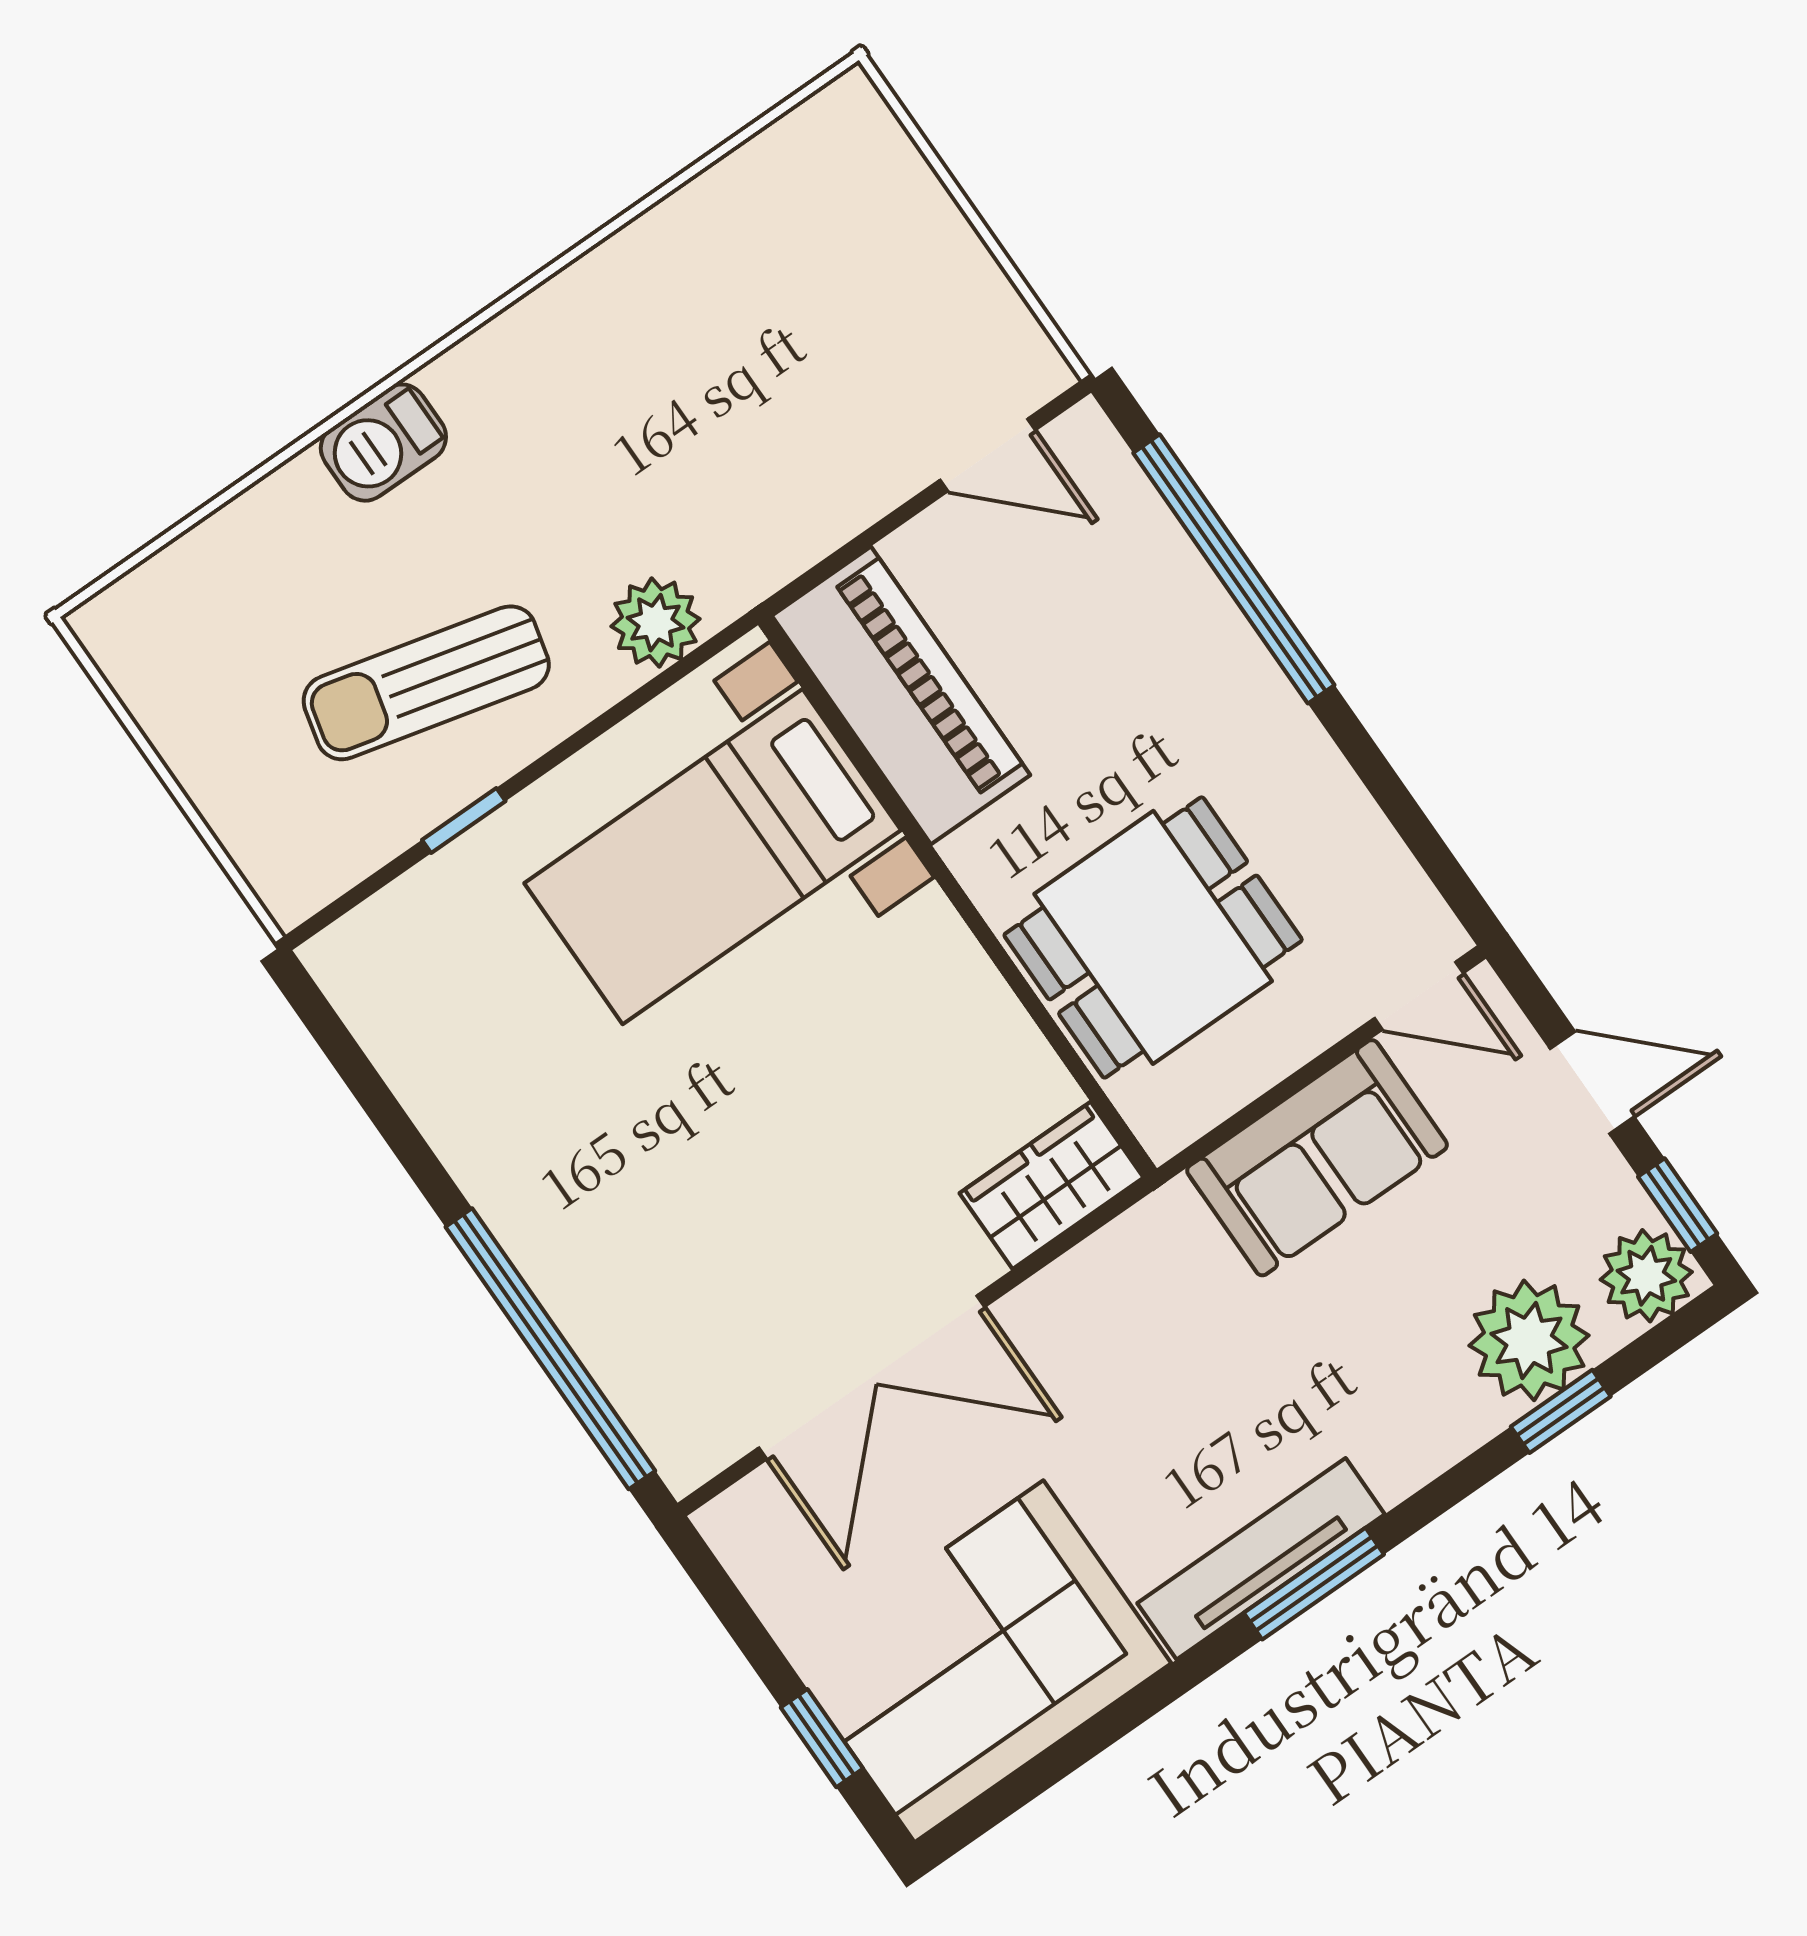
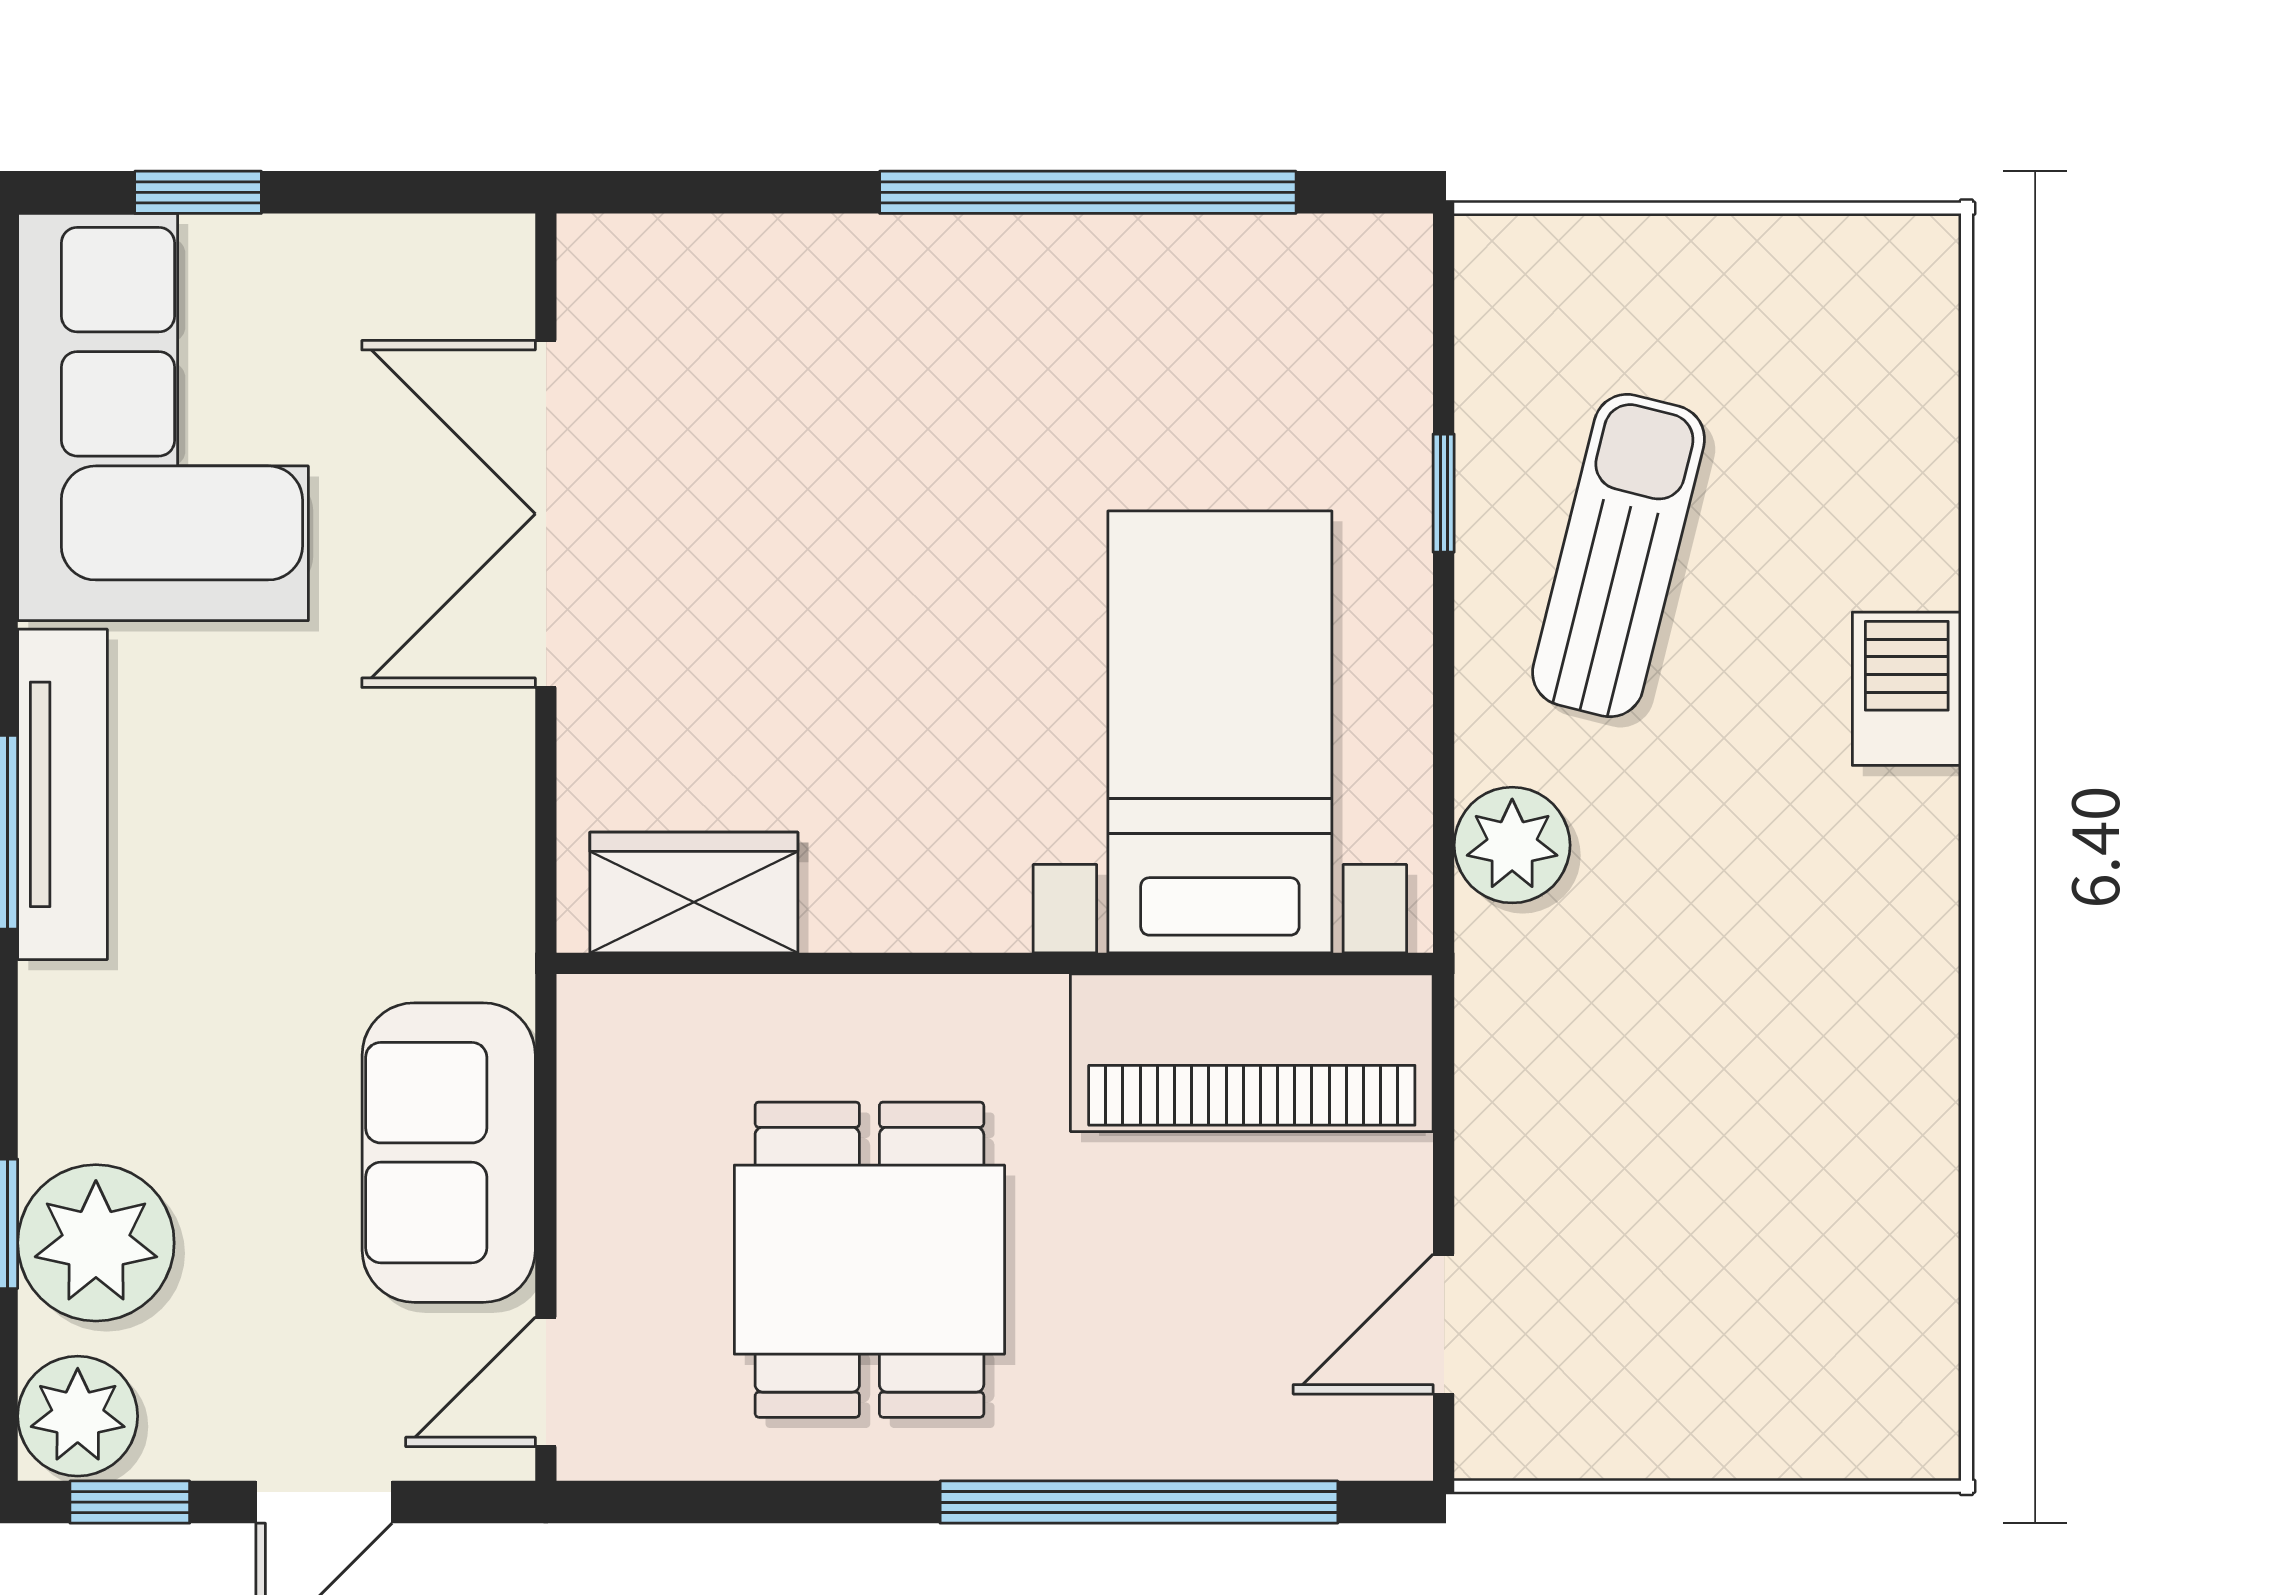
dining table: (1153, 937) -> (869, 1260), moved
wardrobe: (1052, 1185) -> (694, 892), moved, turned -90
window: (550, 1349) -> (1088, 192), moved

